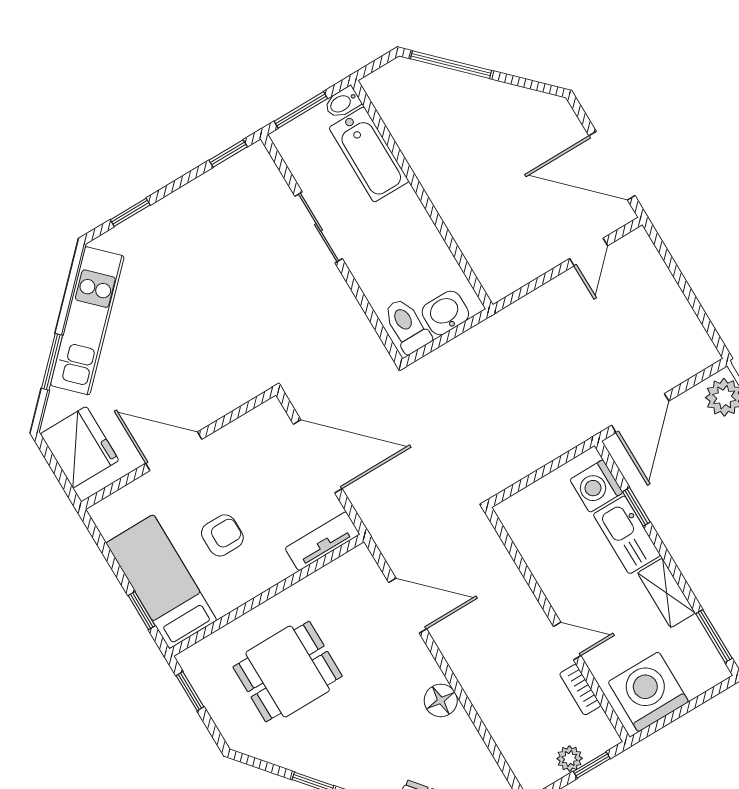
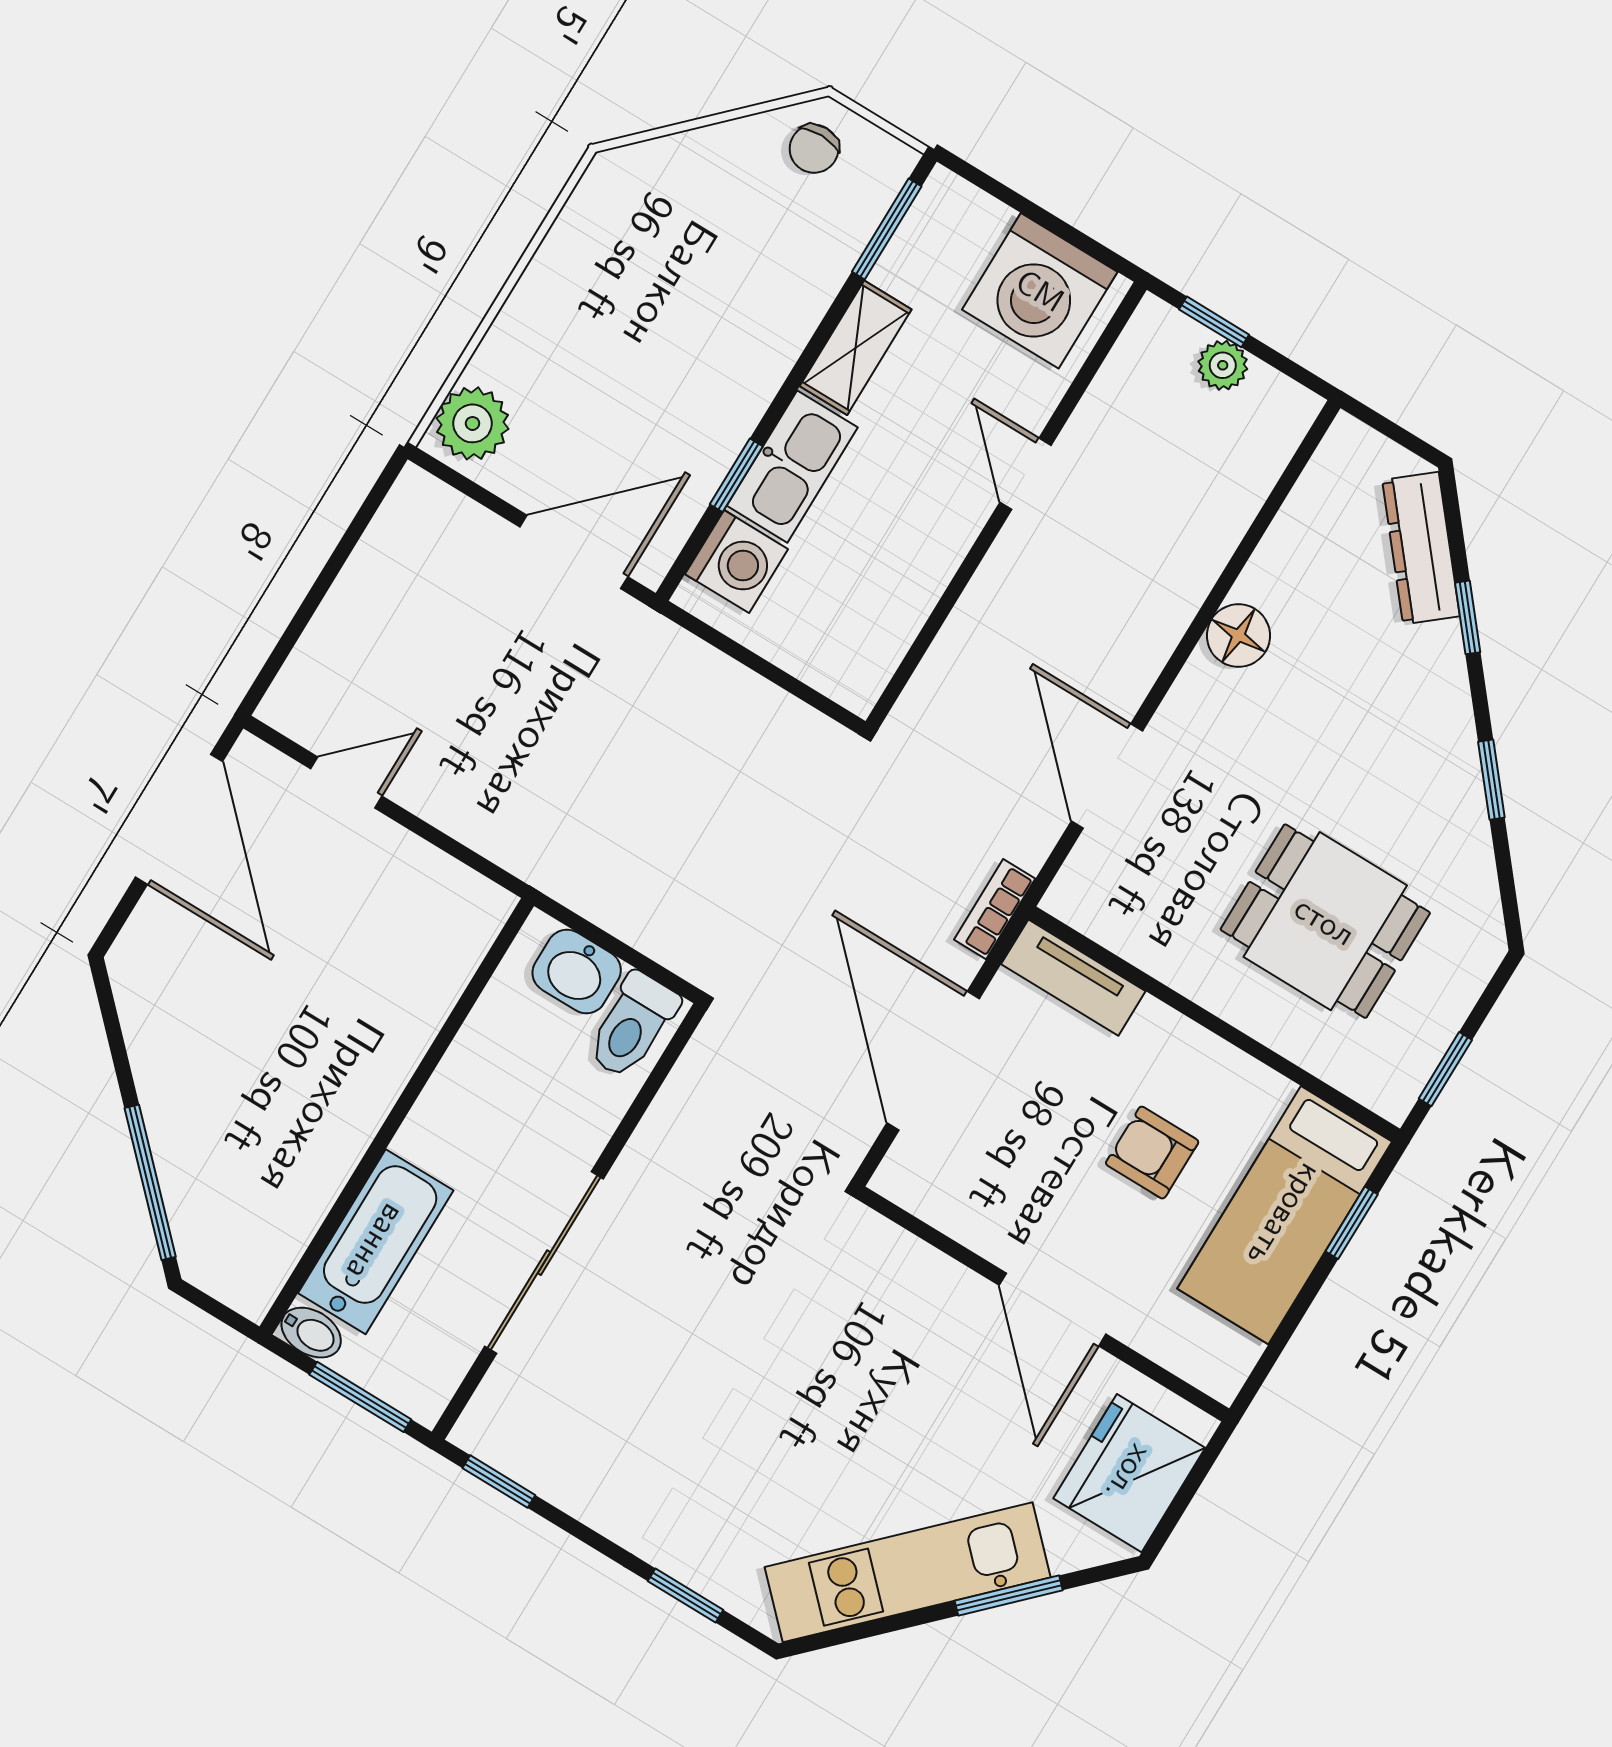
sliding door: (319, 227) -> (544, 1263), width x1.37
bookcase: (580, 690) -> (995, 909), moved, turned 180

